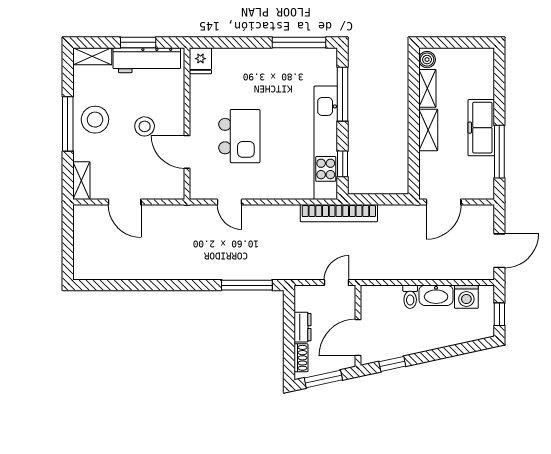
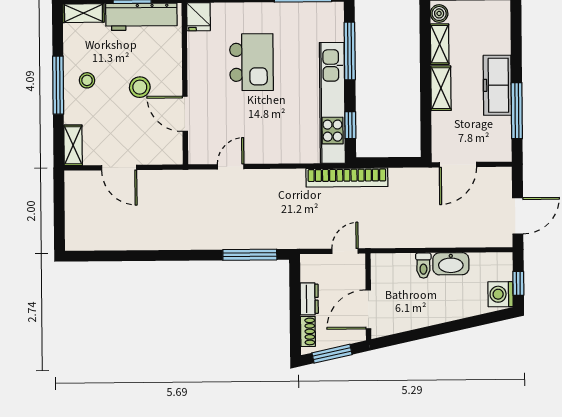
stool: (95, 120) -> (87, 80), width x0.53, depth x0.53
kitchen island: (239, 136) -> (252, 62), moved
door: (230, 202) -> (231, 167), swing flipped
washing machine: (466, 297) -> (501, 294), moved, turned 90
window: (392, 364) -> (405, 337), removed

